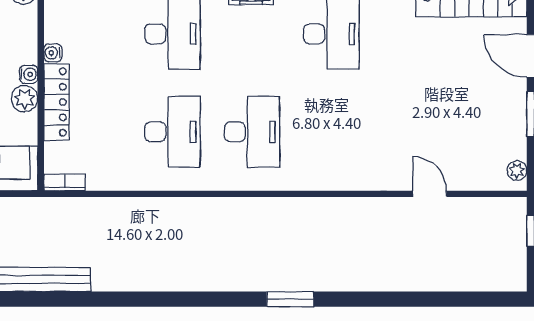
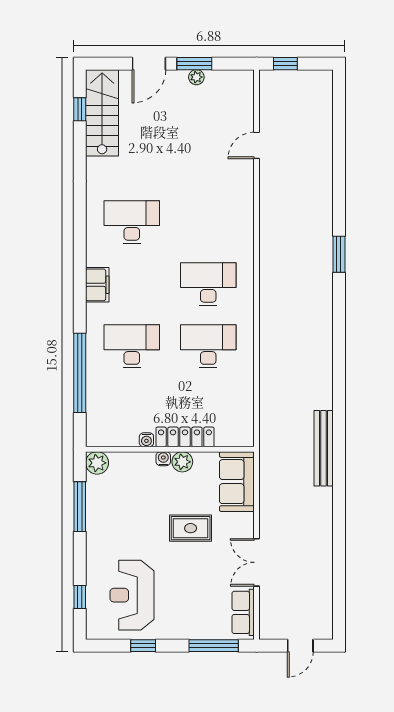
plant: (517, 171) -> (196, 77), moved
bookcase: (65, 182) -> (248, 431), removed

